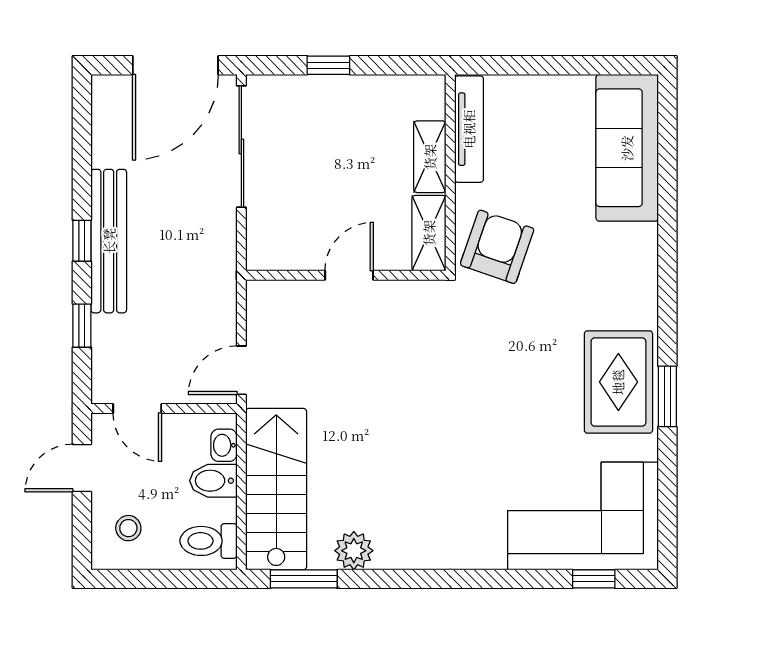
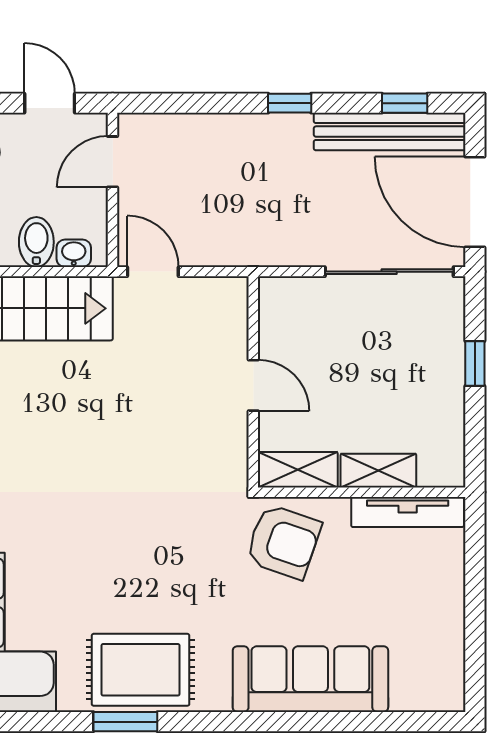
sofa: (627, 148) -> (310, 679), moved
bench: (109, 241) -> (390, 132), moved
window: (82, 326) -> (405, 103), moved

